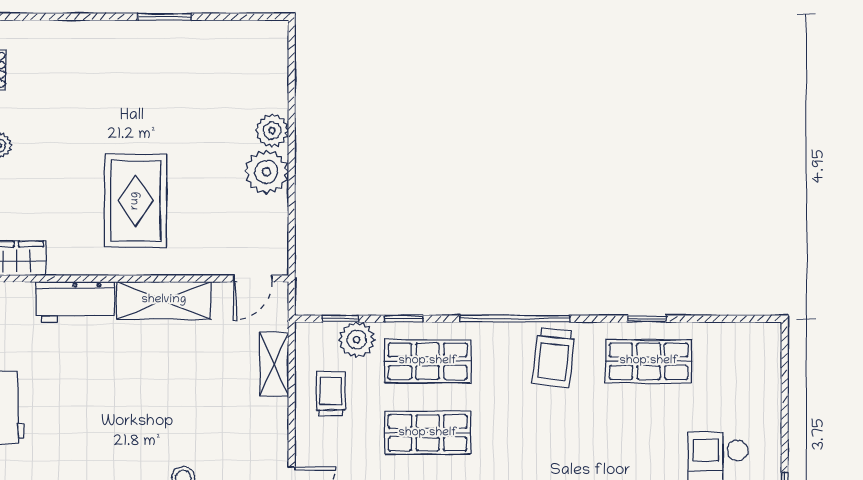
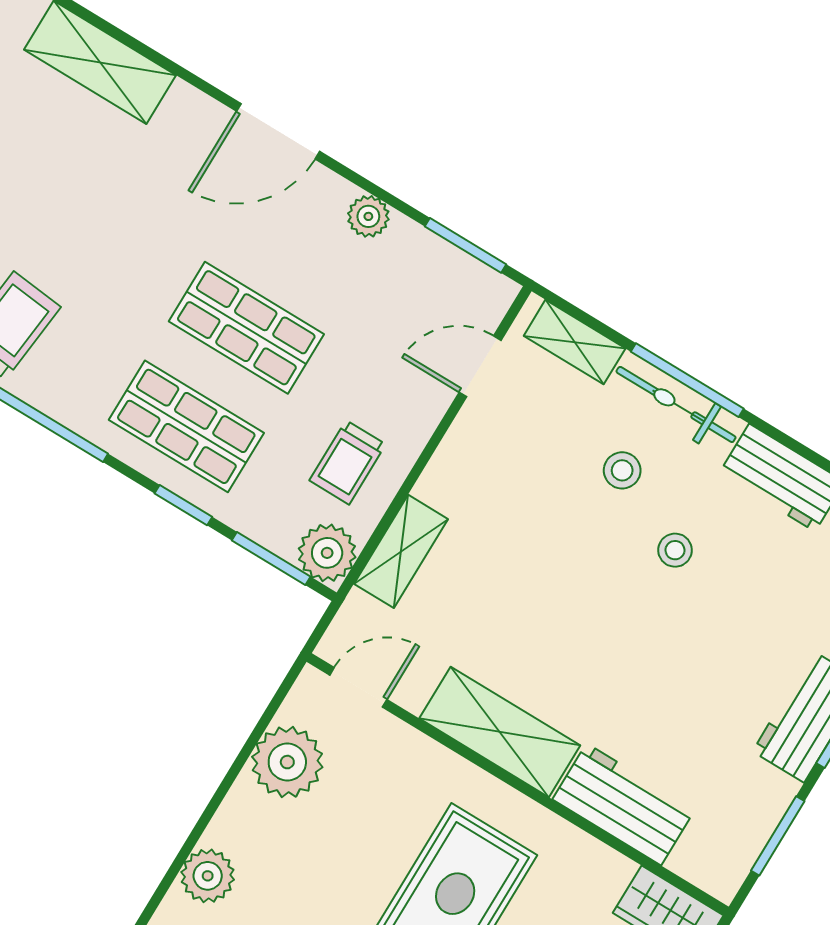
plant: (266, 172) -> (287, 762), moved
window: (340, 319) -> (271, 559), width x1.50
plant: (357, 340) -> (327, 553), moved
stool: (130, 453) -> (675, 550), added

